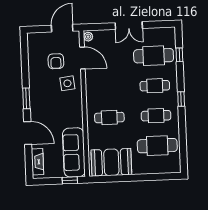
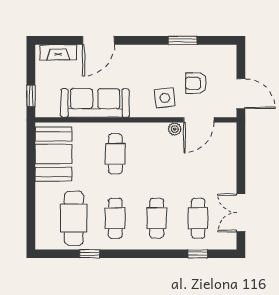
double door: (129, 26) -> (241, 213), moved
plant: (88, 37) -> (175, 129), moved
cafe table: (154, 56) -> (198, 218), width x0.73, depth x0.74
window: (26, 98) -> (183, 40), moved
window: (181, 99) -> (90, 254), moved
sofa: (74, 152) -> (95, 103), moved

